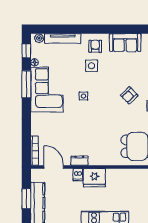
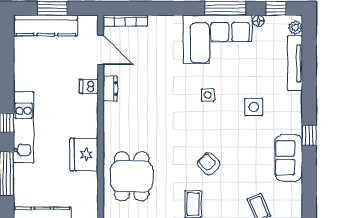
window: (110, 29) -> (309, 135), added
armchair: (95, 46) -> (283, 113), removed
door: (54, 167) -> (101, 50), hinge flipped
fridge: (94, 178) -> (84, 154), moved

